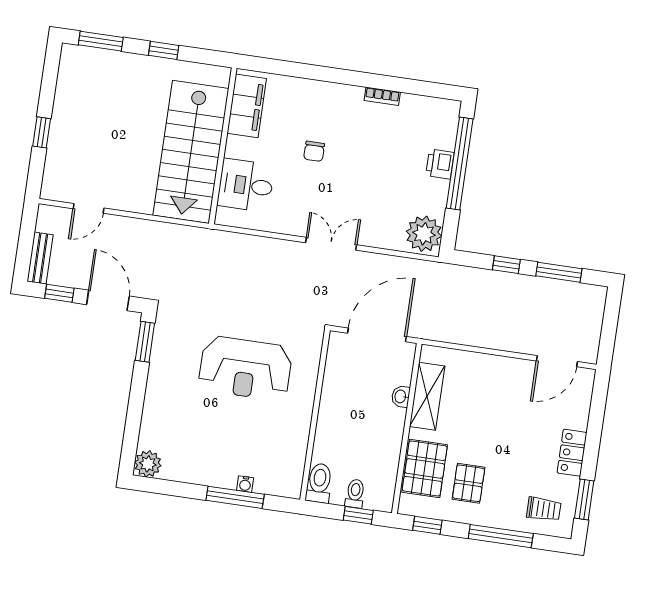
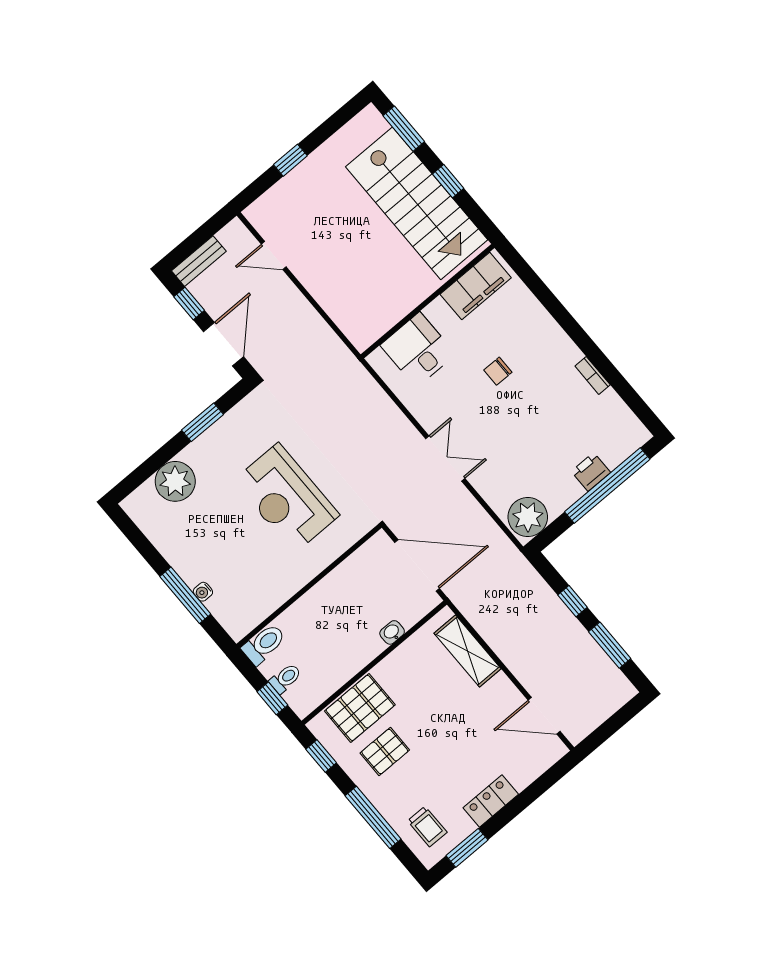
stairs: (191, 152) -> (417, 203), moved, turned -90
window: (145, 342) -> (203, 422), moved
shelving: (427, 396) -> (467, 651), moved, turned 90
plant: (148, 464) -> (175, 481), moved, width x1.36, depth x1.36

